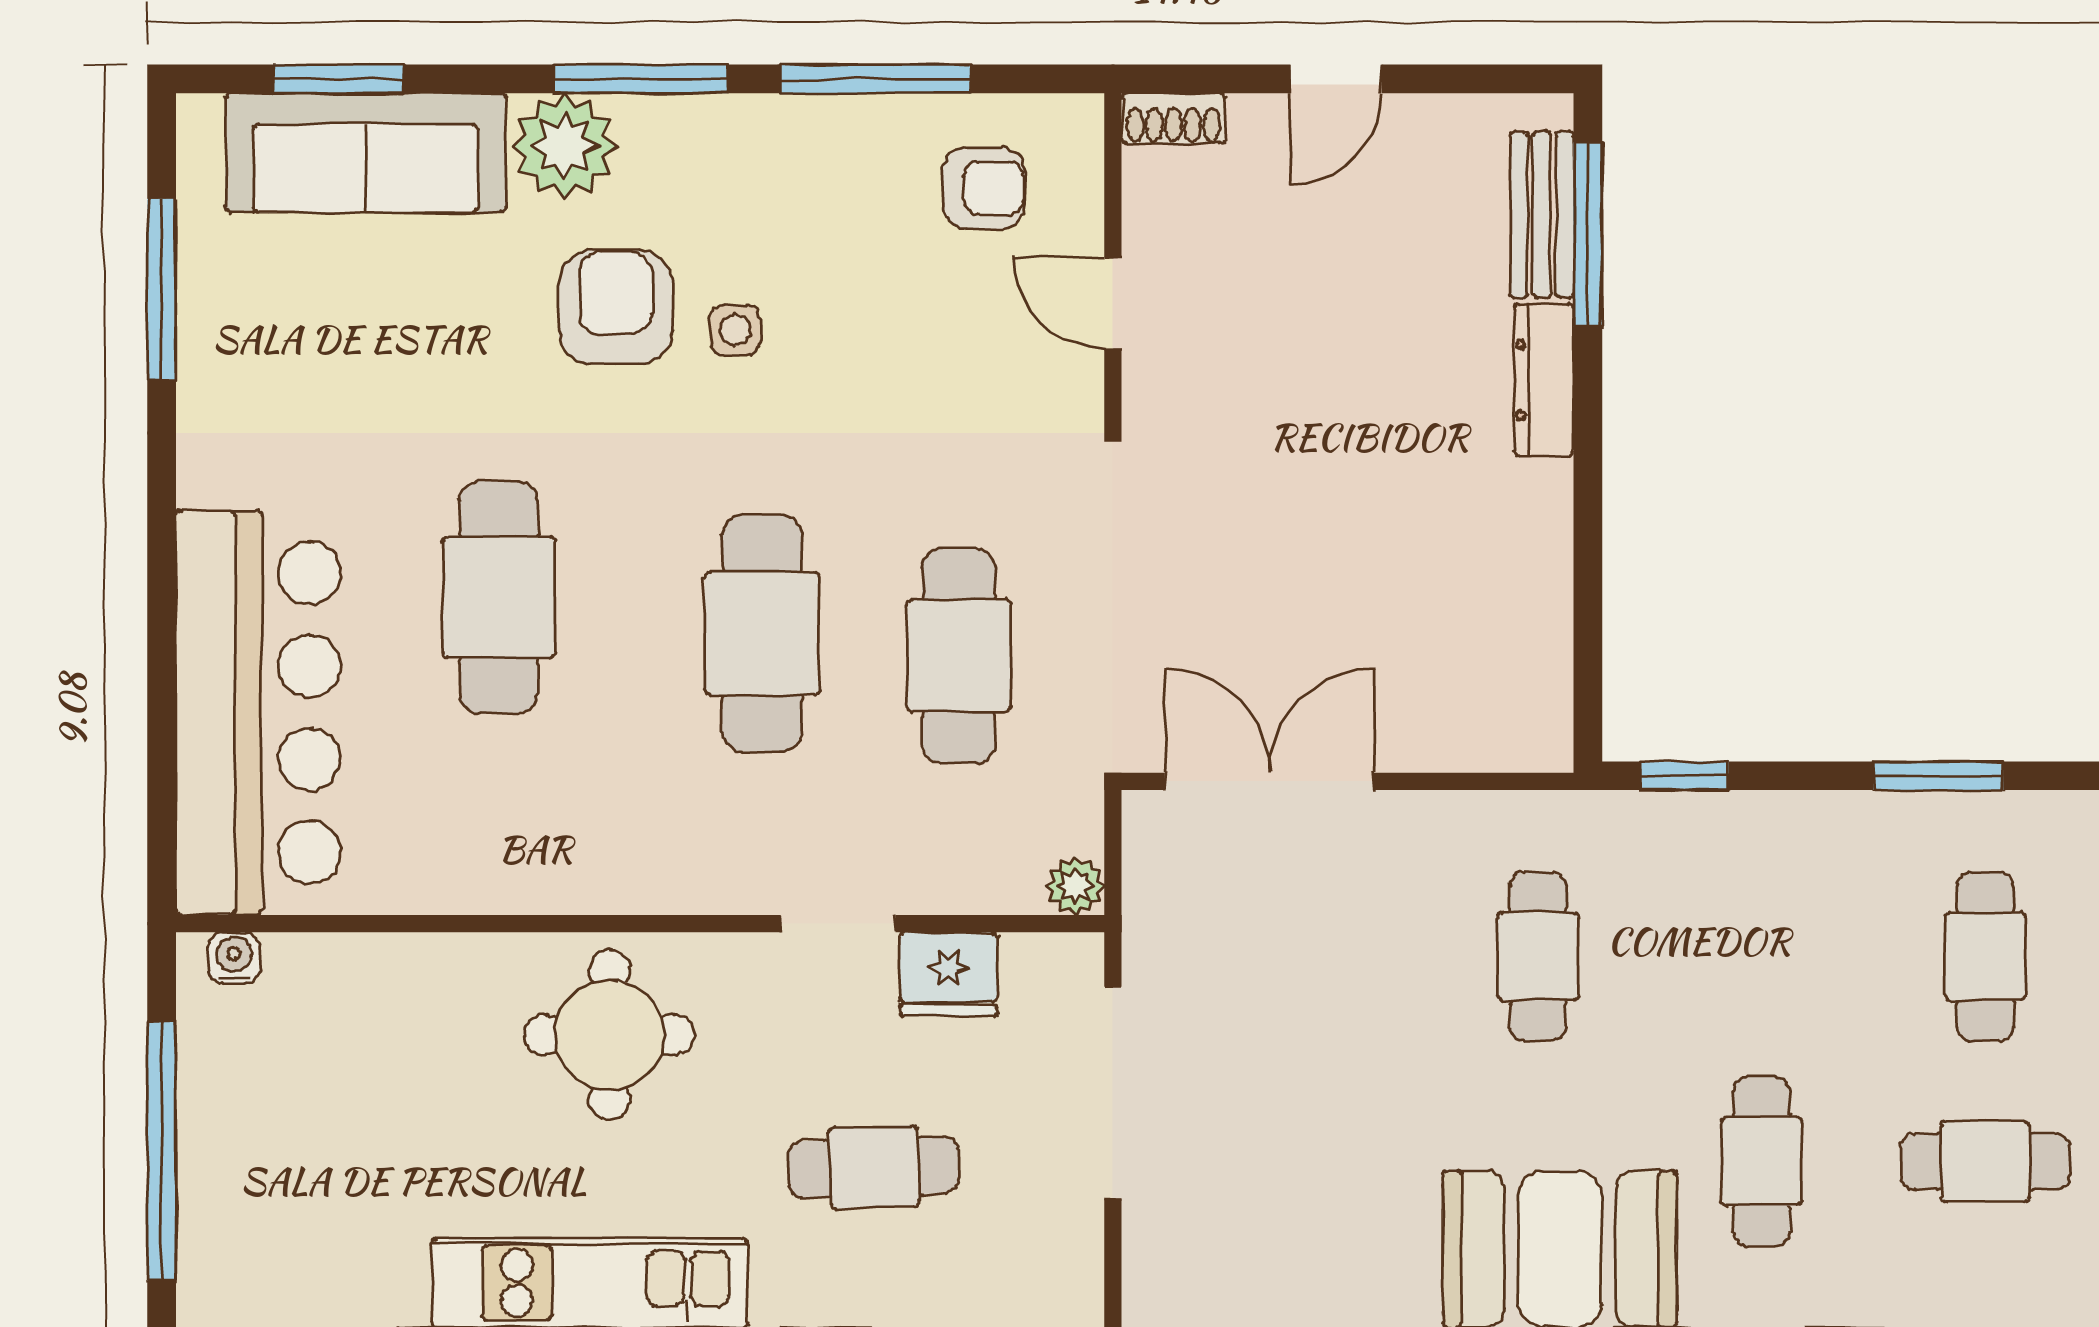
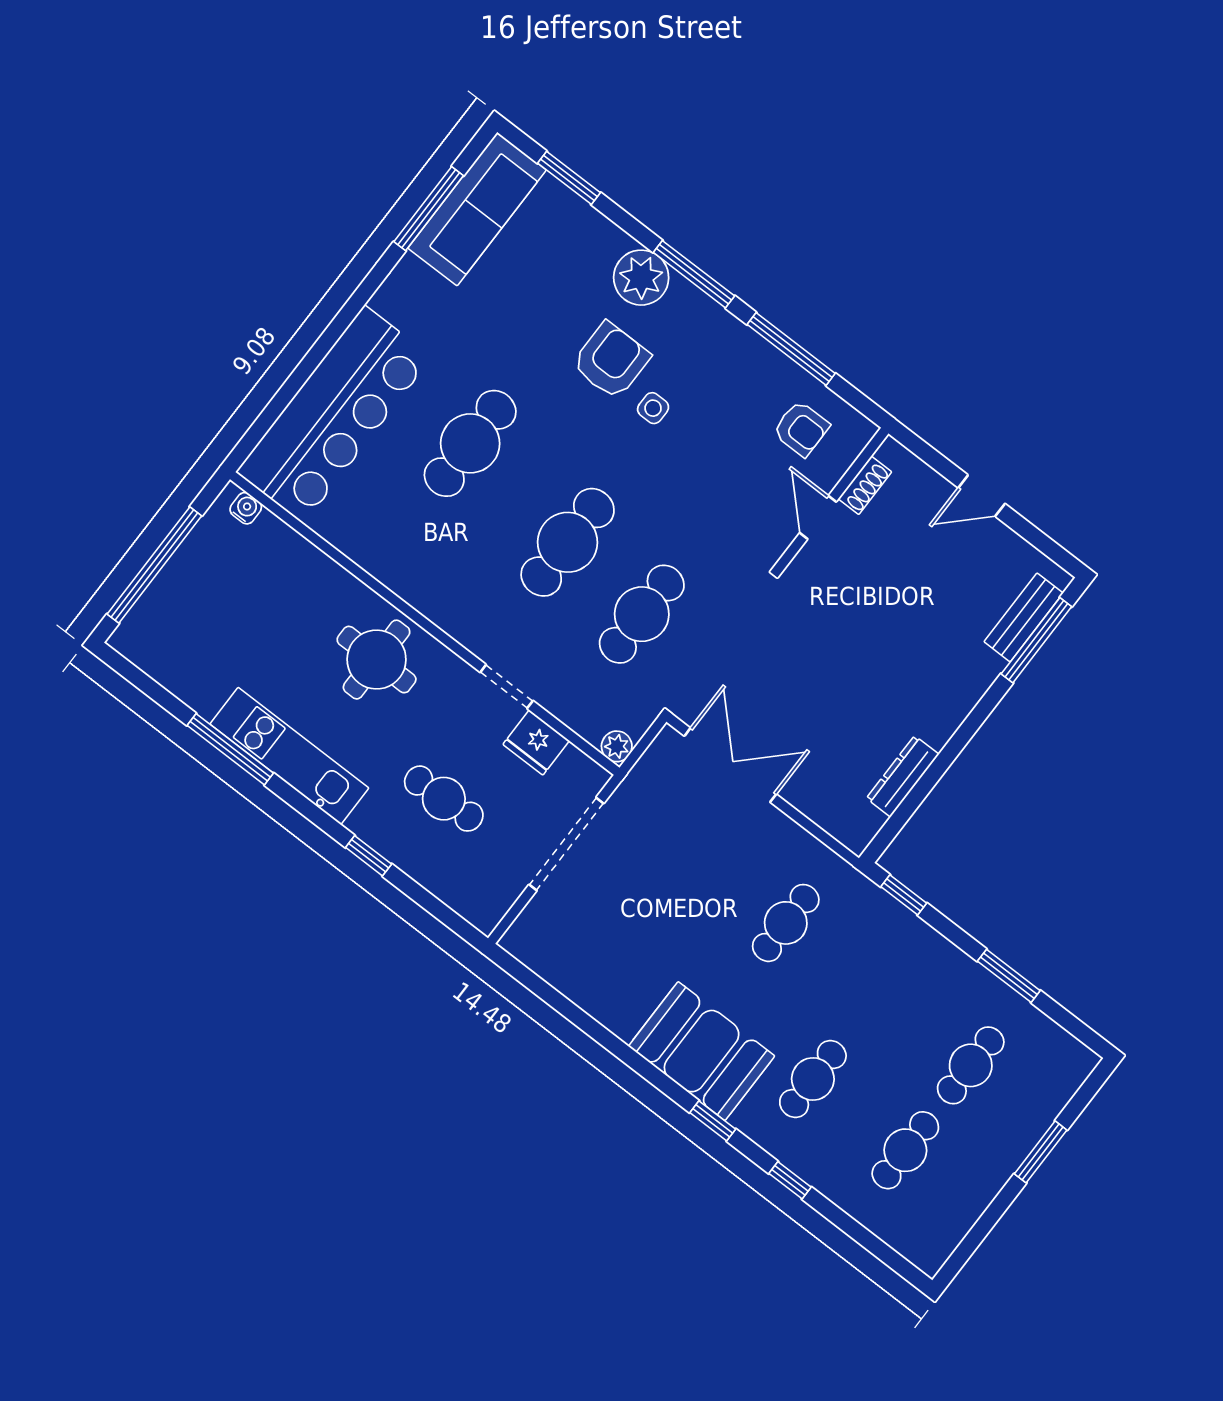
shoe rack: (1173, 118) -> (865, 485), moved, turned -90
sofa: (366, 153) -> (477, 209), moved, turned -90
dresser: (1544, 380) -> (903, 776), moved
cafe table: (1985, 1161) -> (905, 1150), turned 90

